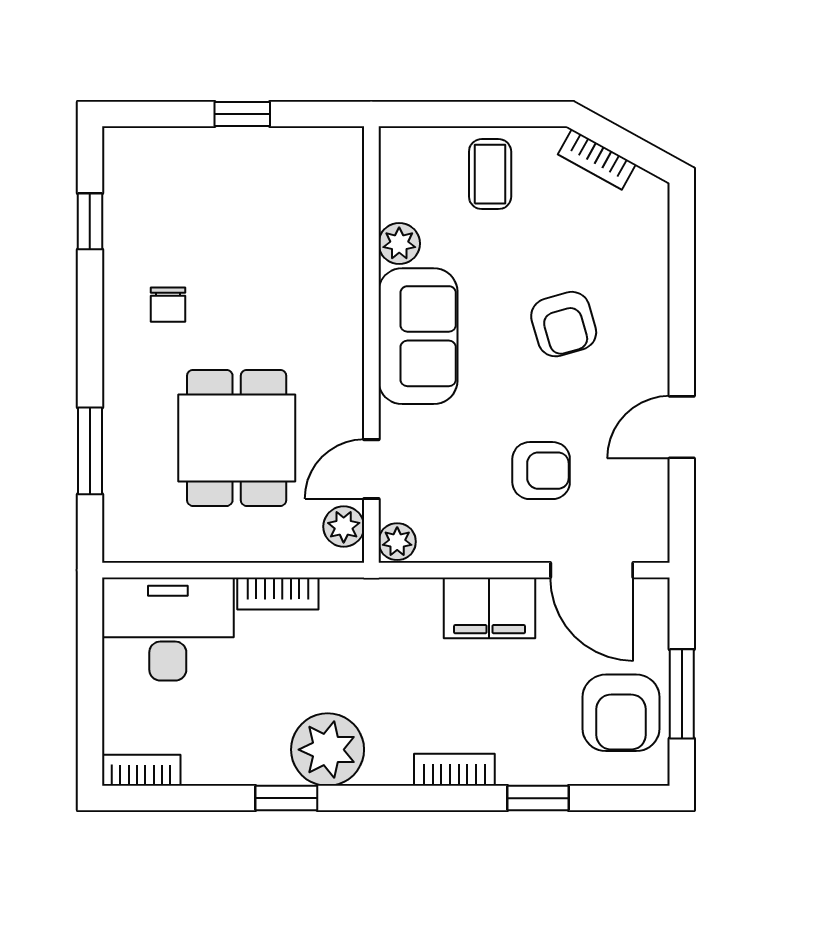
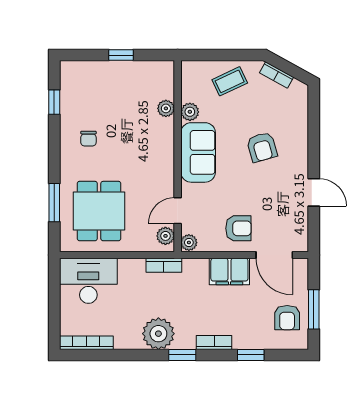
coffee table: (490, 174) -> (230, 81), turned 65
plant: (345, 236) -> (166, 108), added
door: (682, 427) -> (314, 192), swing flipped
dining table: (237, 438) -> (99, 211), moved
armchair: (541, 471) -> (238, 228), moved
bookcase: (278, 594) -> (164, 265), moved
armchair: (621, 713) -> (287, 318), width x0.72, depth x0.72
bookcase: (141, 770) -> (86, 343), width x1.56
window: (286, 798) -> (182, 355), moved

